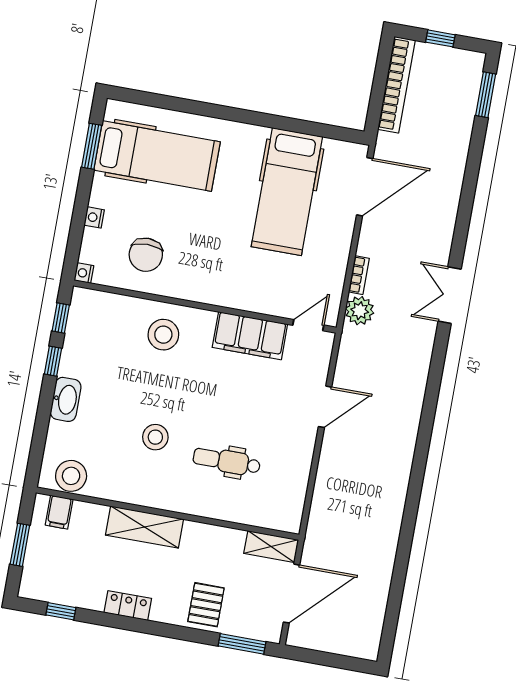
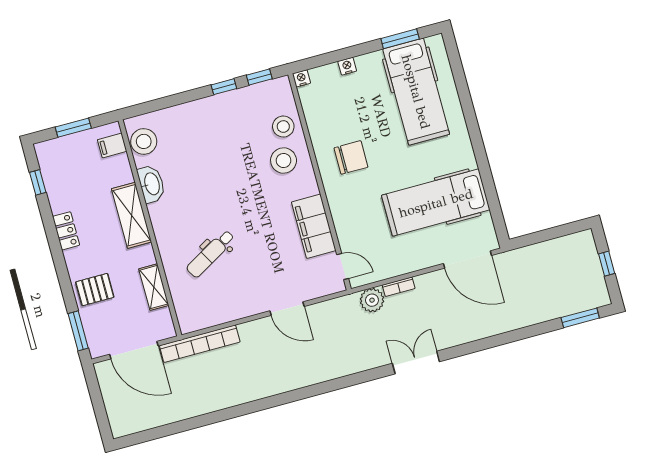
bookcase: (396, 85) -> (200, 344), moved
chair: (146, 255) -> (351, 157), moved, turned 180
washbasin: (66, 399) -> (151, 184), moved, turned -90
stool: (155, 437) -> (283, 127), moved
dental chair: (227, 461) -> (211, 254), turned -120
shelving: (271, 547) -> (154, 287), moved

